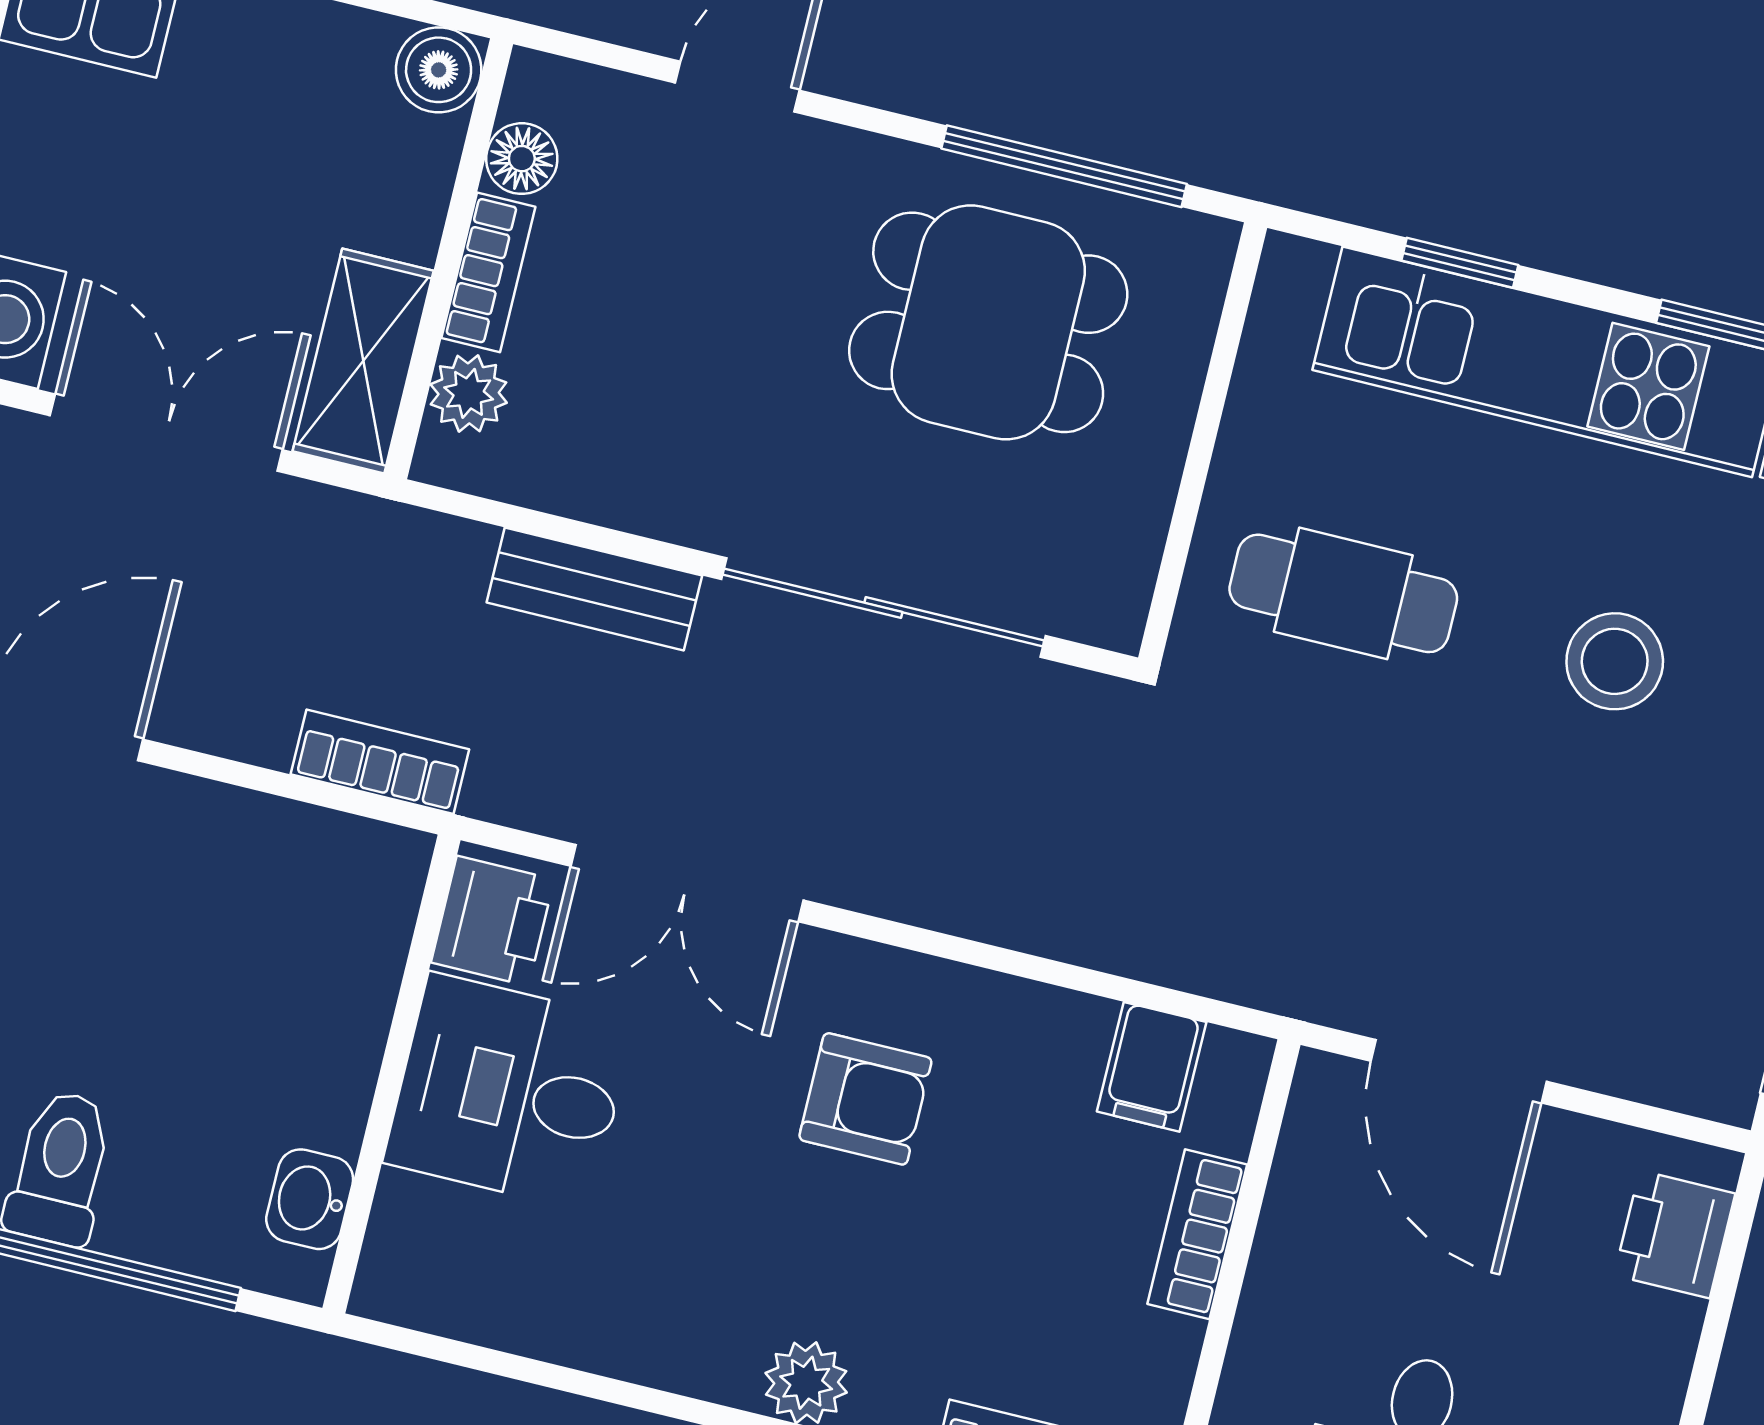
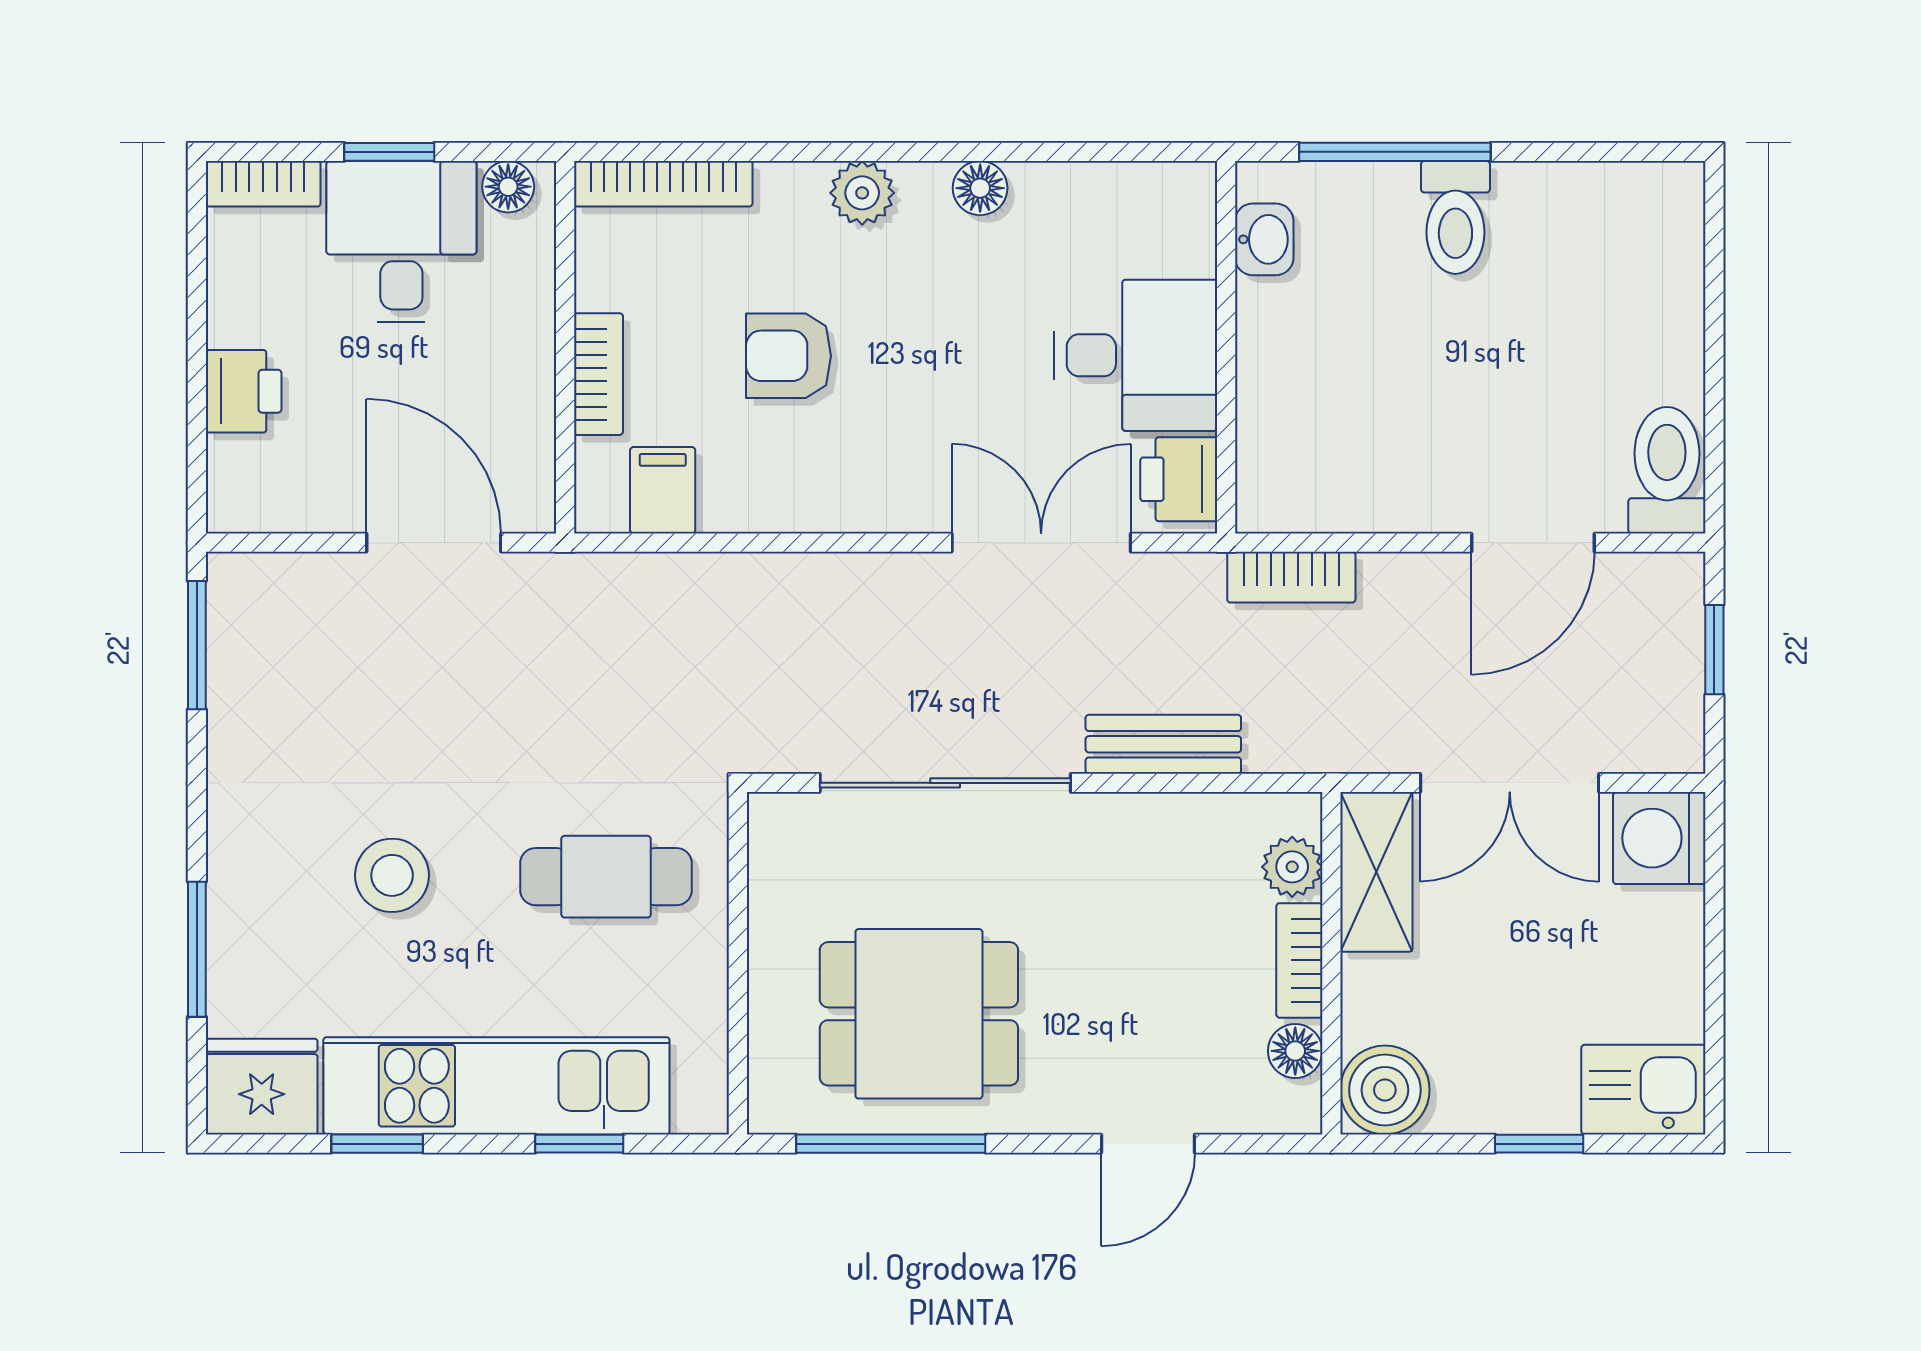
boiler: (439, 70) -> (1385, 1090), width x1.36, depth x1.36
armchair: (865, 1099) -> (789, 356), moved
printer: (1675, 1234) -> (244, 391), moved
floor lamp: (655, 1352) -> (980, 188), added

